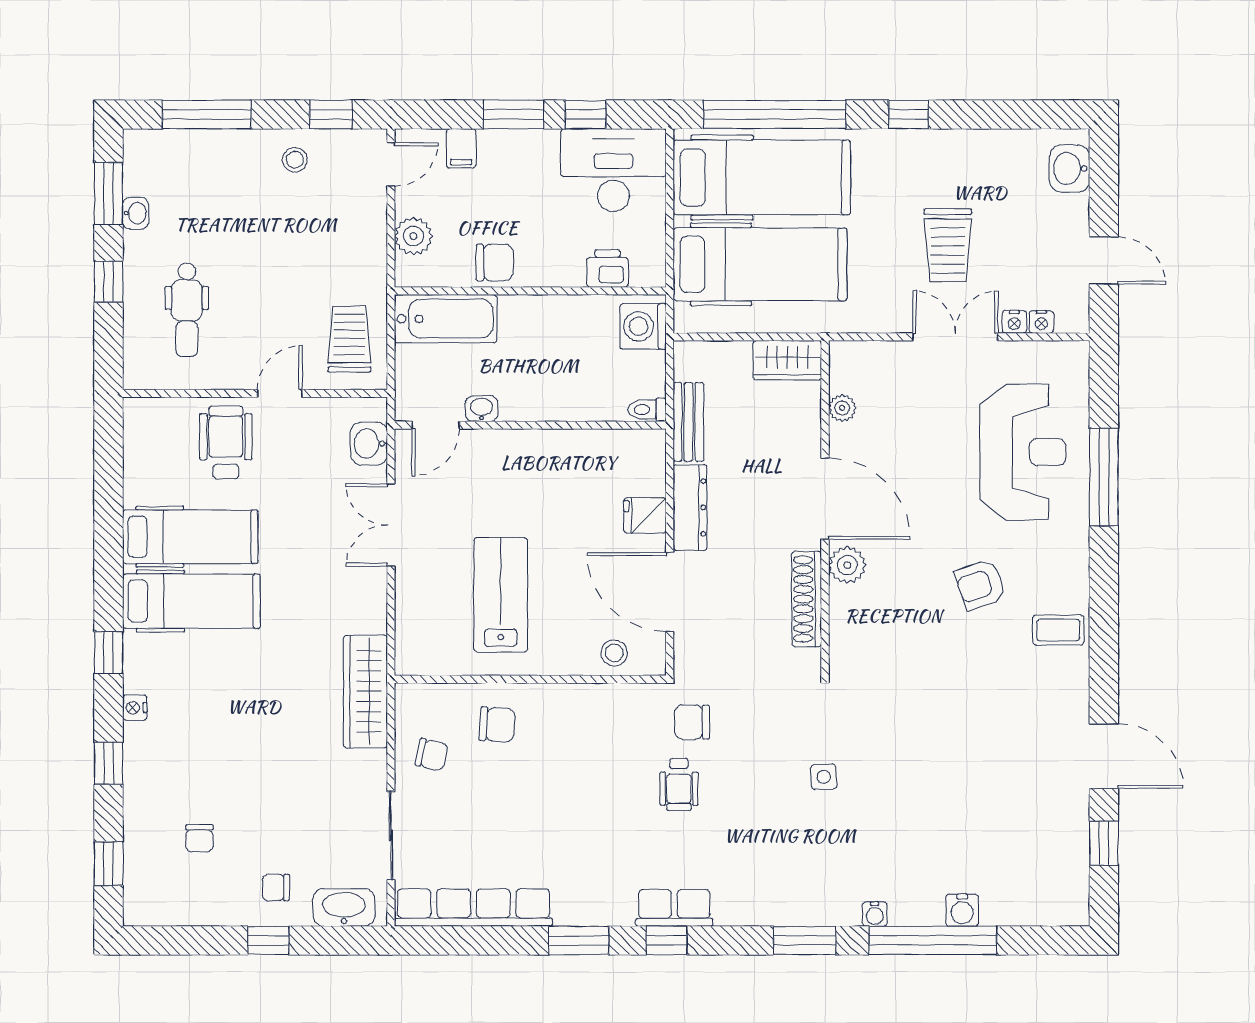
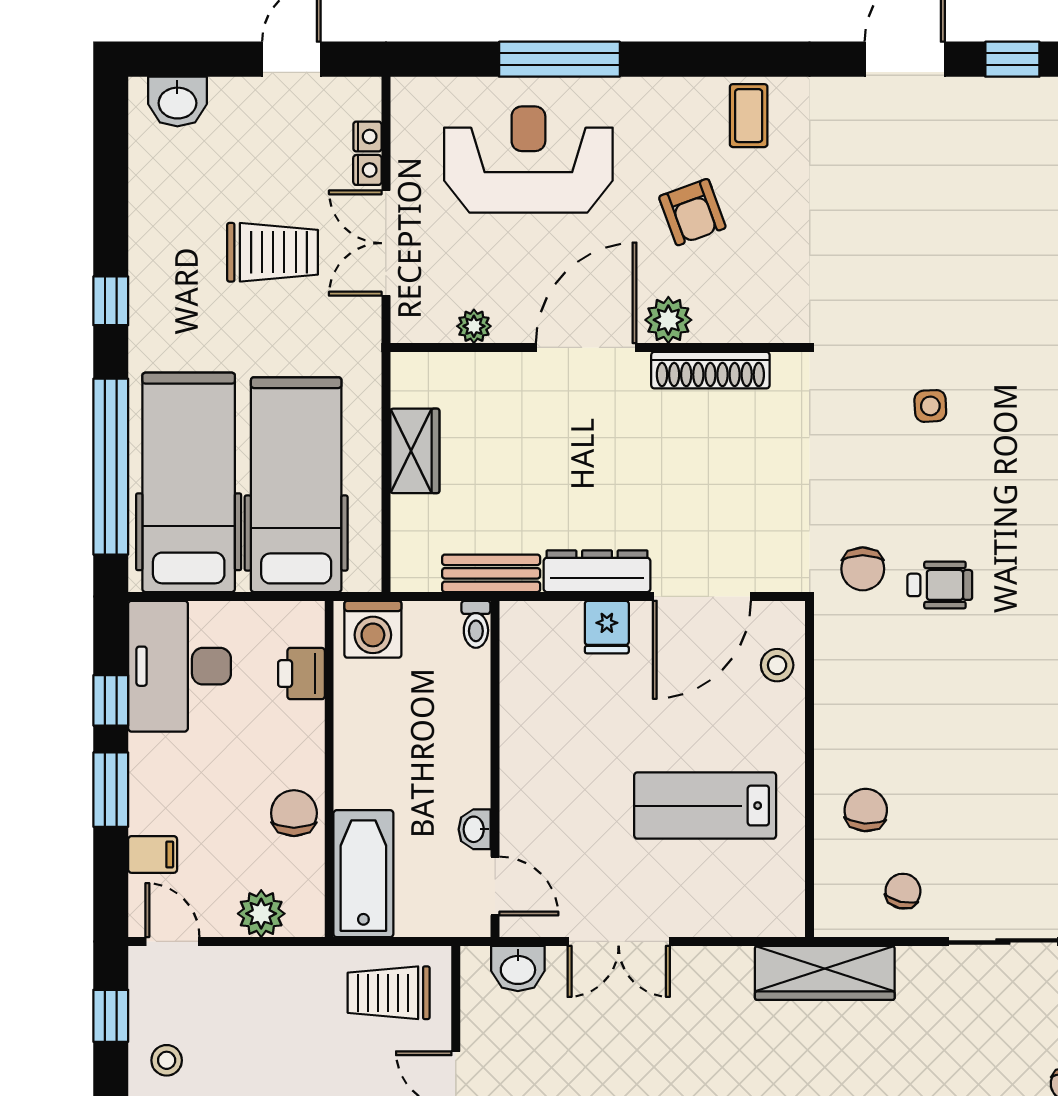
plant: (842, 408) -> (474, 326), moved
door: (825, 499) -> (586, 347), moved
wall: (825, 508) -> (598, 347), moved
plant: (847, 565) -> (668, 320), moved
shoe rack: (807, 599) -> (710, 370), moved

